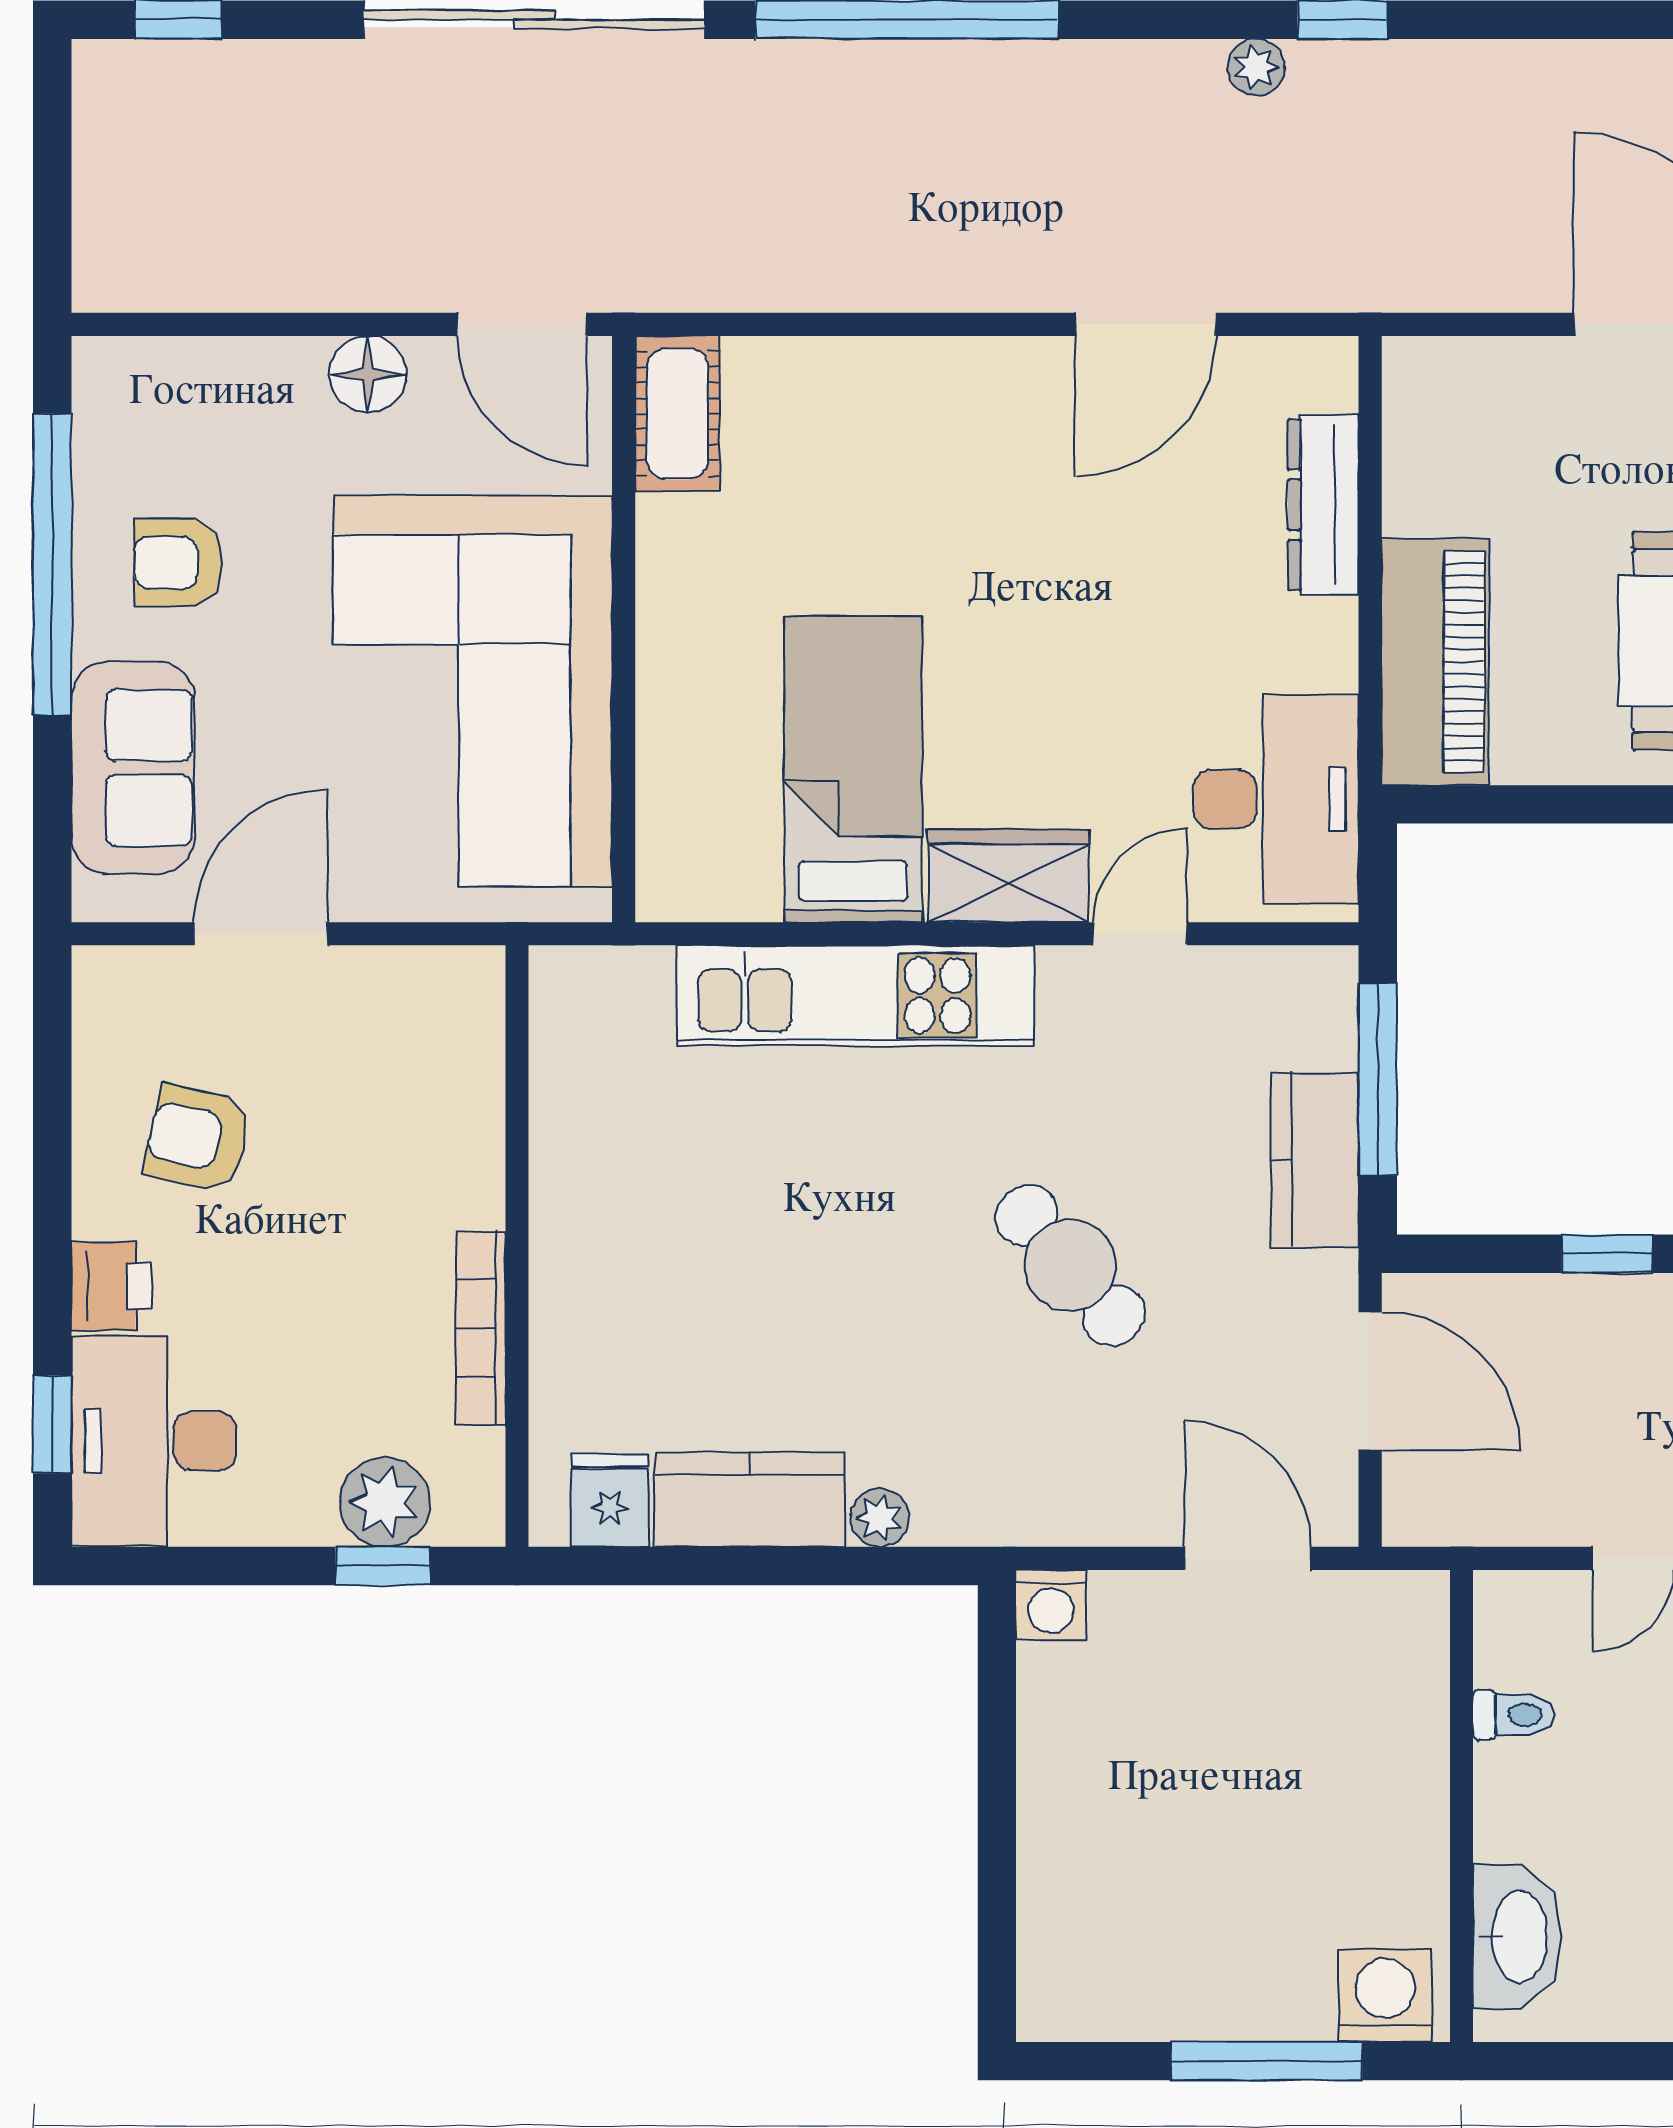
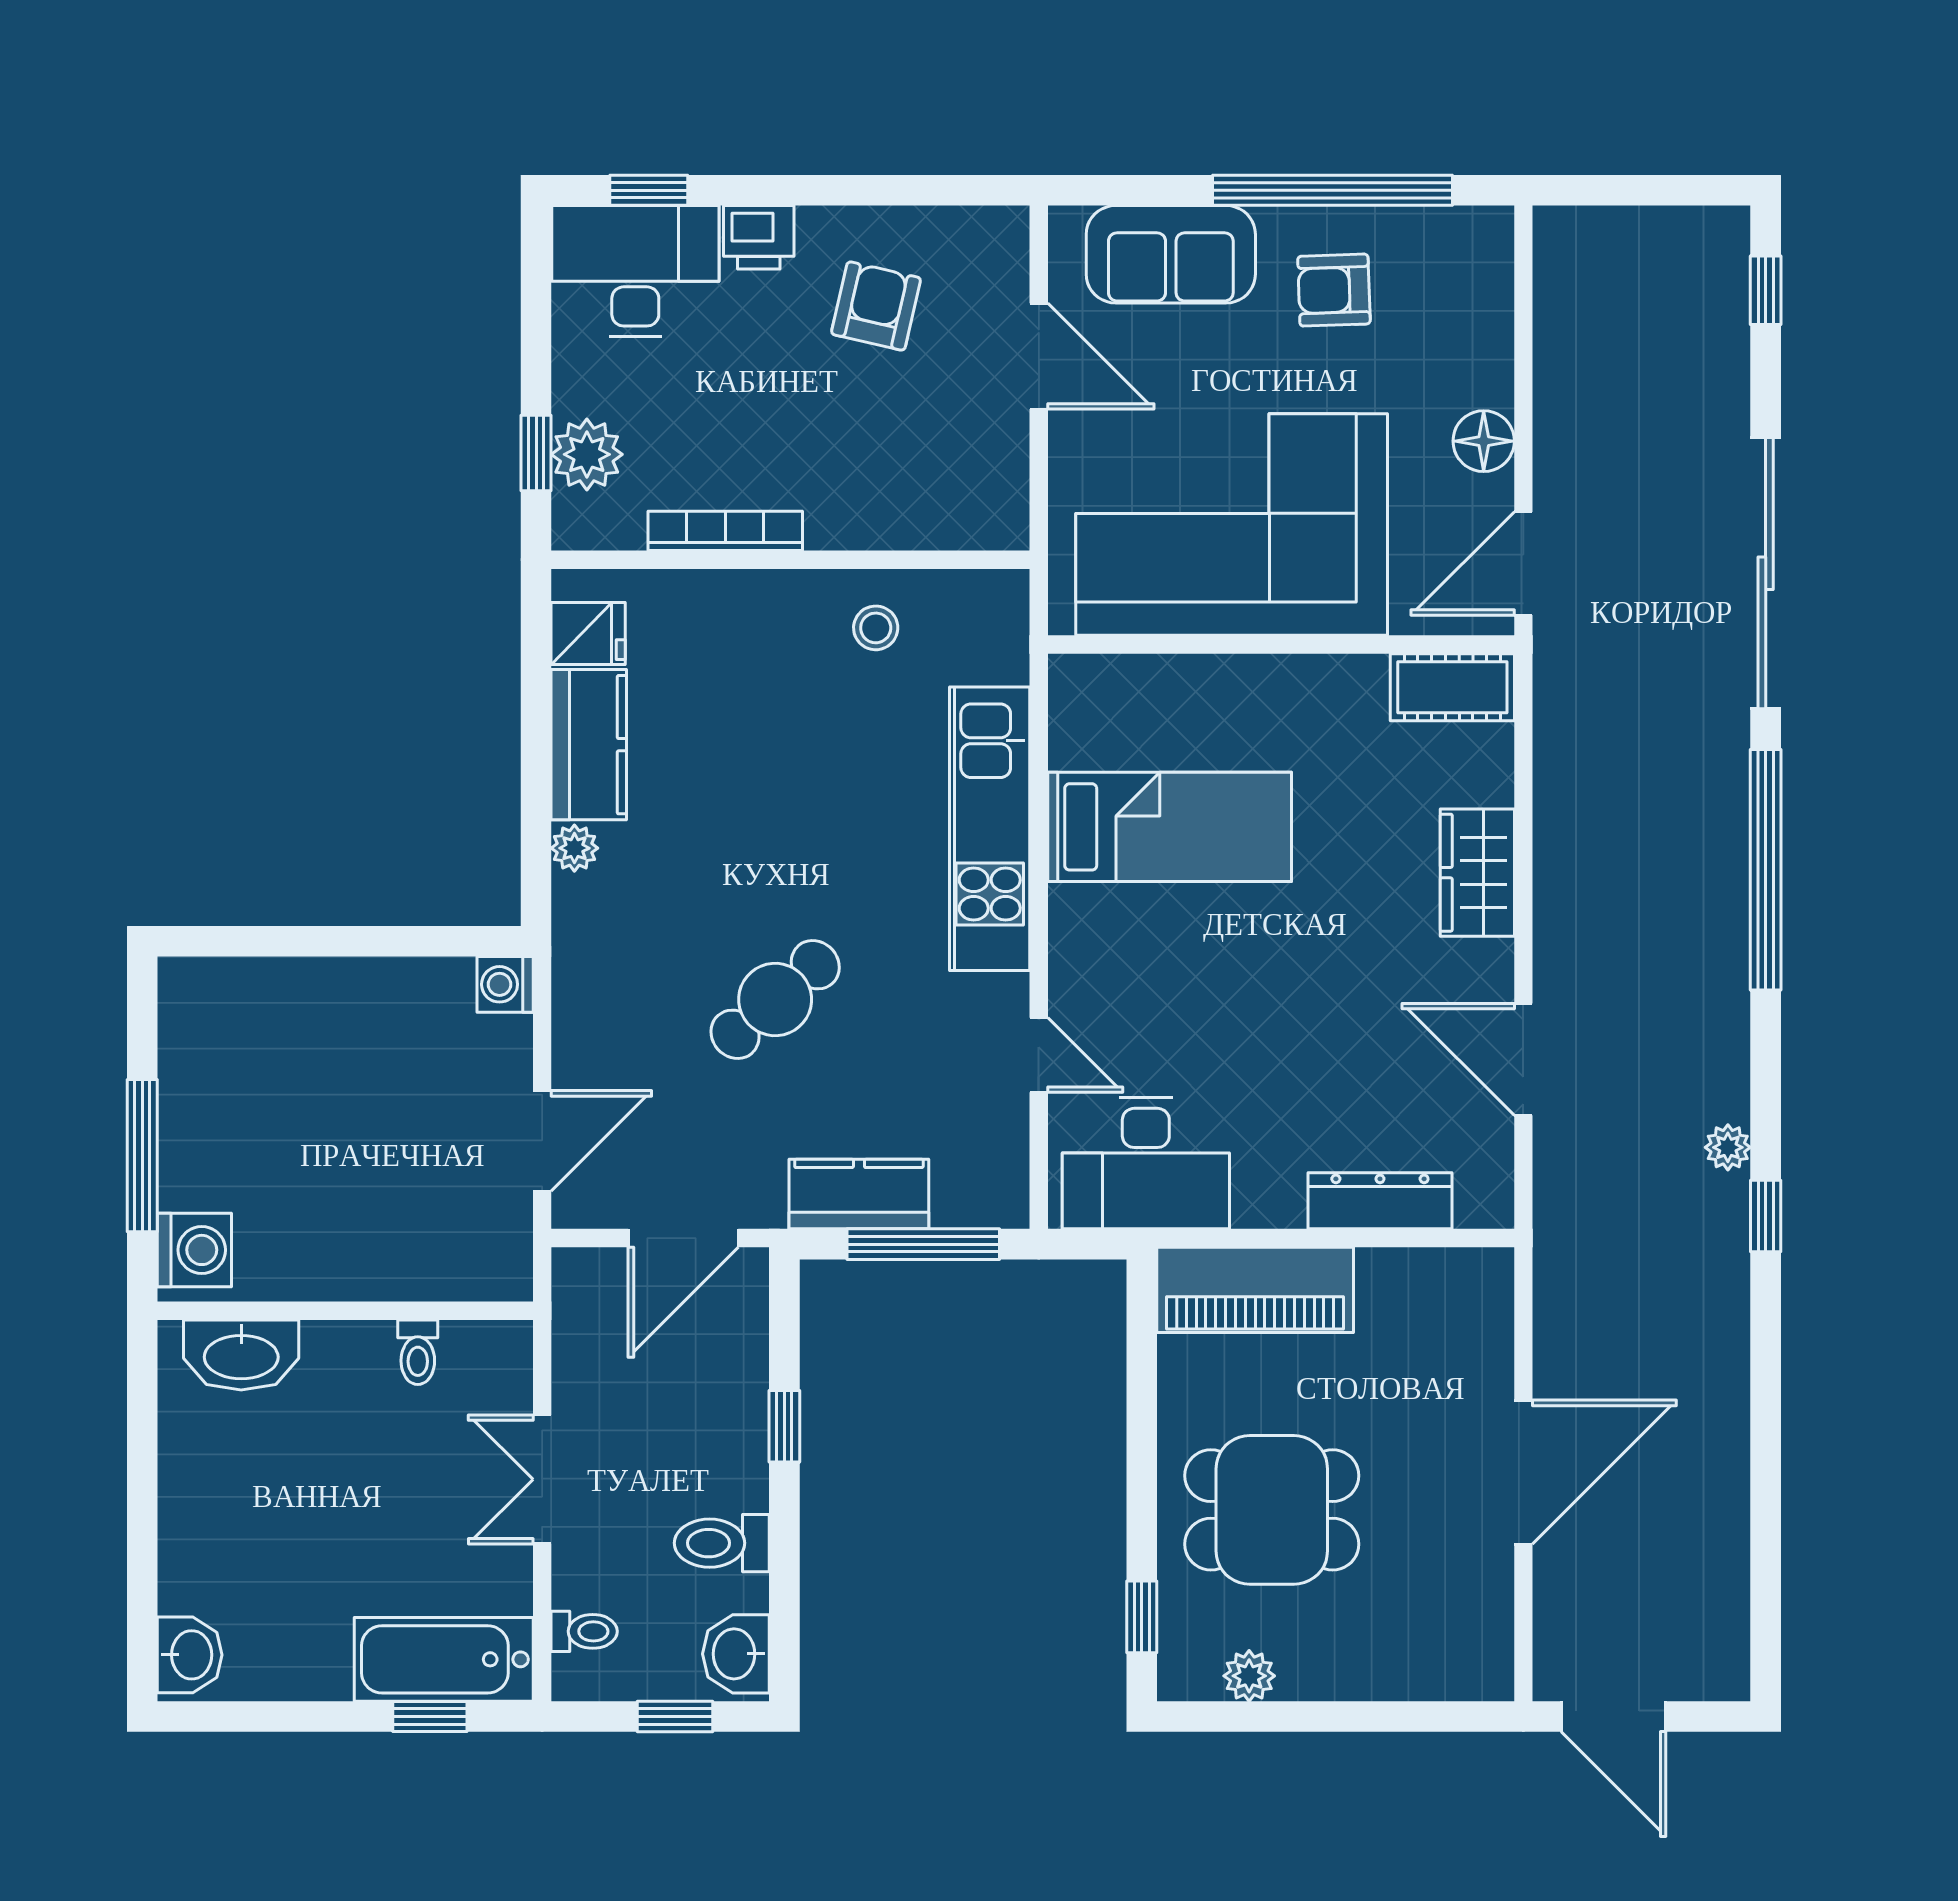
armchair: (178, 563) -> (1334, 290), turned -92
wardrobe: (1008, 876) -> (1477, 873), moved, turned 180
stool: (603, 1139) -> (876, 628), added

